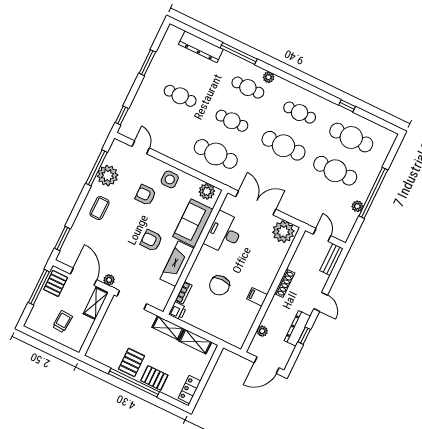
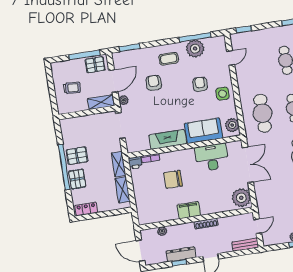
armchair: (151, 240) -> (154, 83), moved
filing cabinet: (257, 297) -> (189, 210), width x2.00

